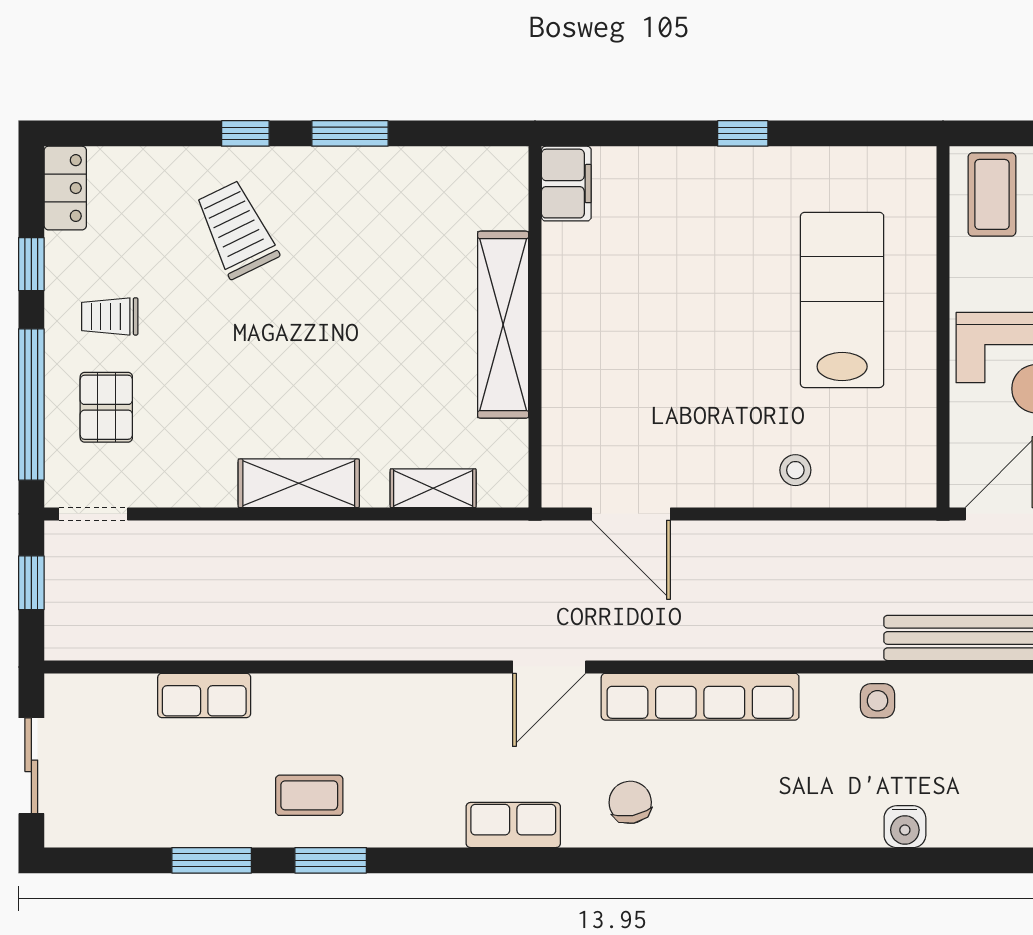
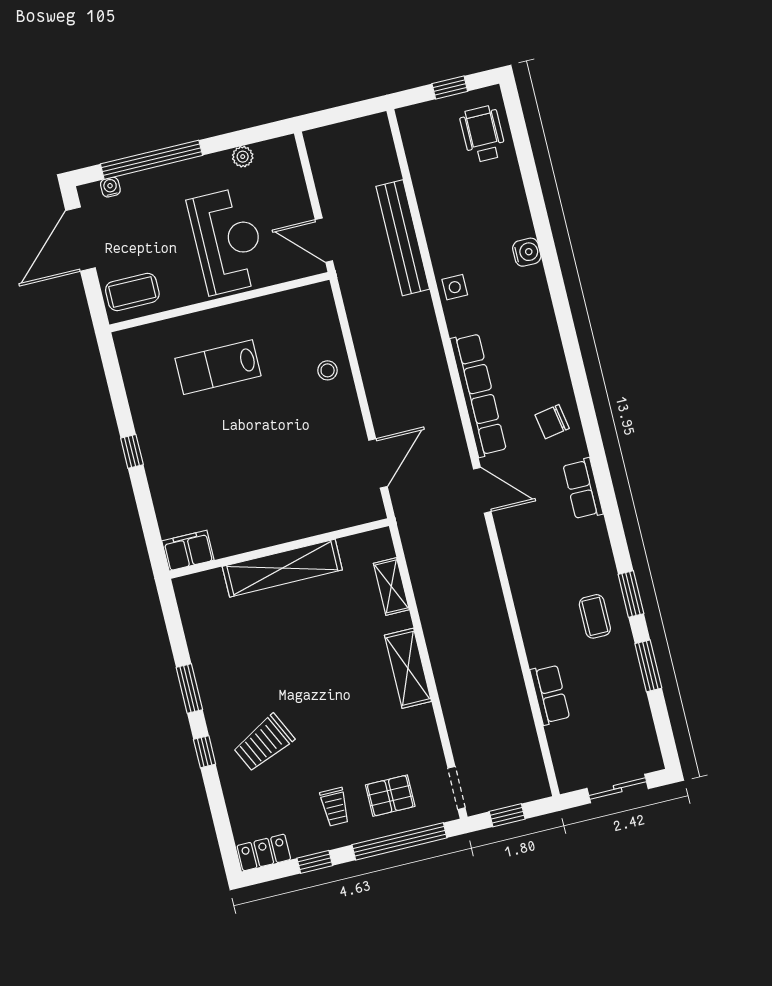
lab bench: (842, 300) -> (218, 367), width x0.73, depth x0.72

